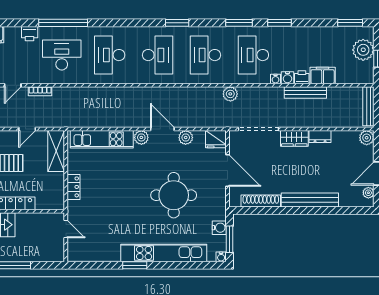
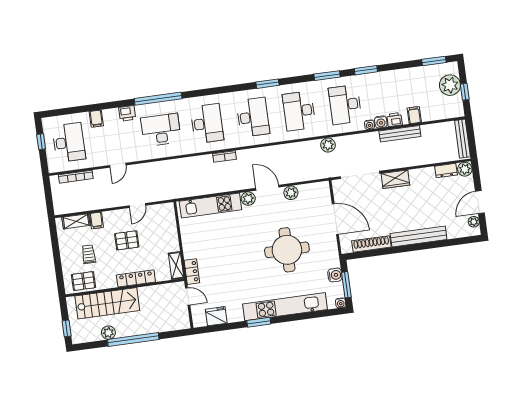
desk: (110, 55) -> (207, 124), turned 180
filing cabinet: (323, 75) -> (414, 115), width x0.50
bookcase: (40, 91) -> (225, 156), moved
dresser: (320, 137) -> (446, 171), moved
fridge: (216, 139) -> (216, 316), moved, turned 180
shelving: (56, 151) -> (176, 266), moved, width x0.67, depth x0.75
locker: (74, 187) -> (192, 272), moved

